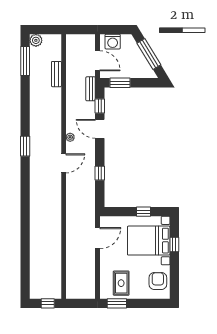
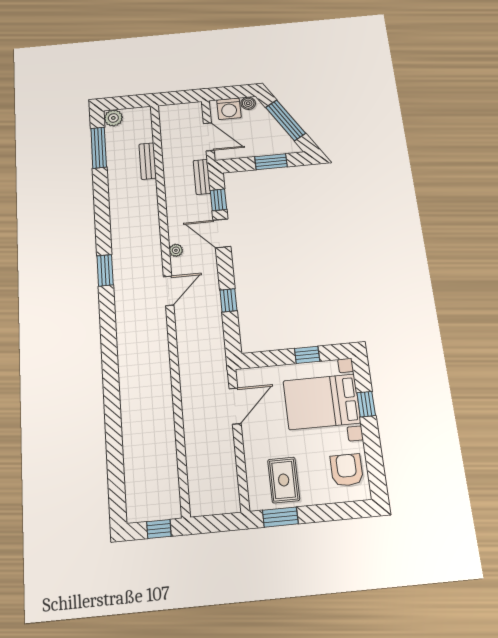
boiler: (126, 39) -> (248, 103), added
window: (120, 83) -> (271, 162), moved

